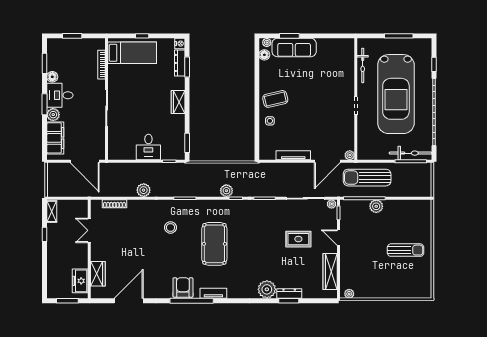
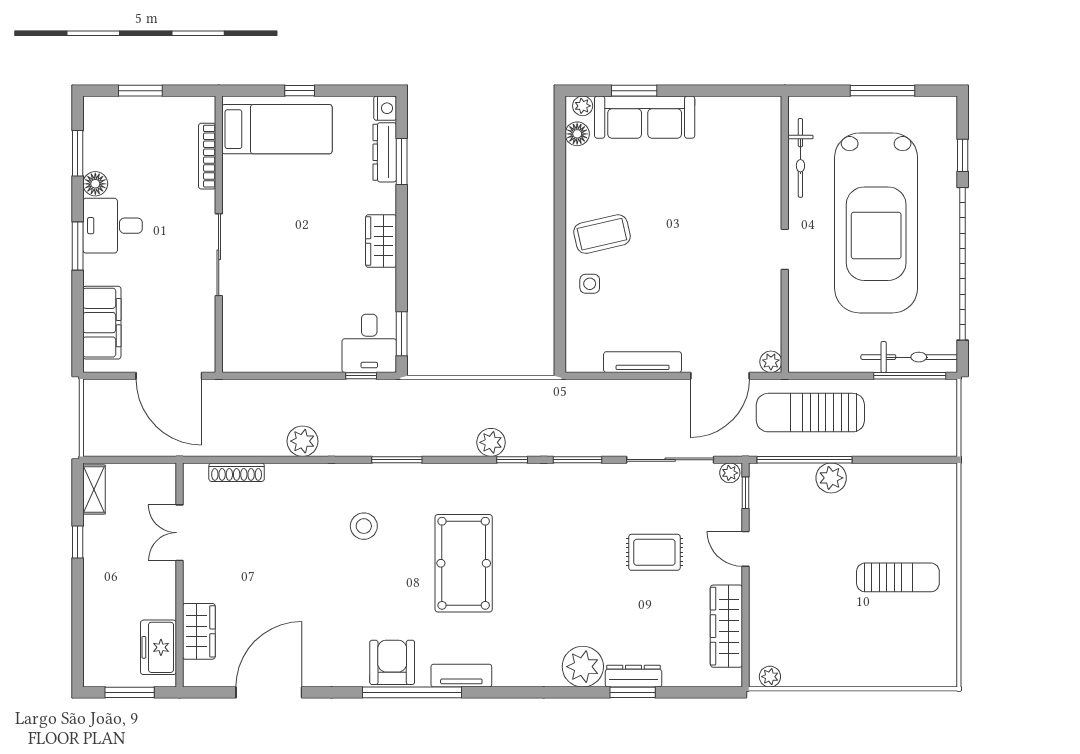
plant: (53, 115) -> (97, 270), removed
desk: (148, 147) -> (369, 343), moved

